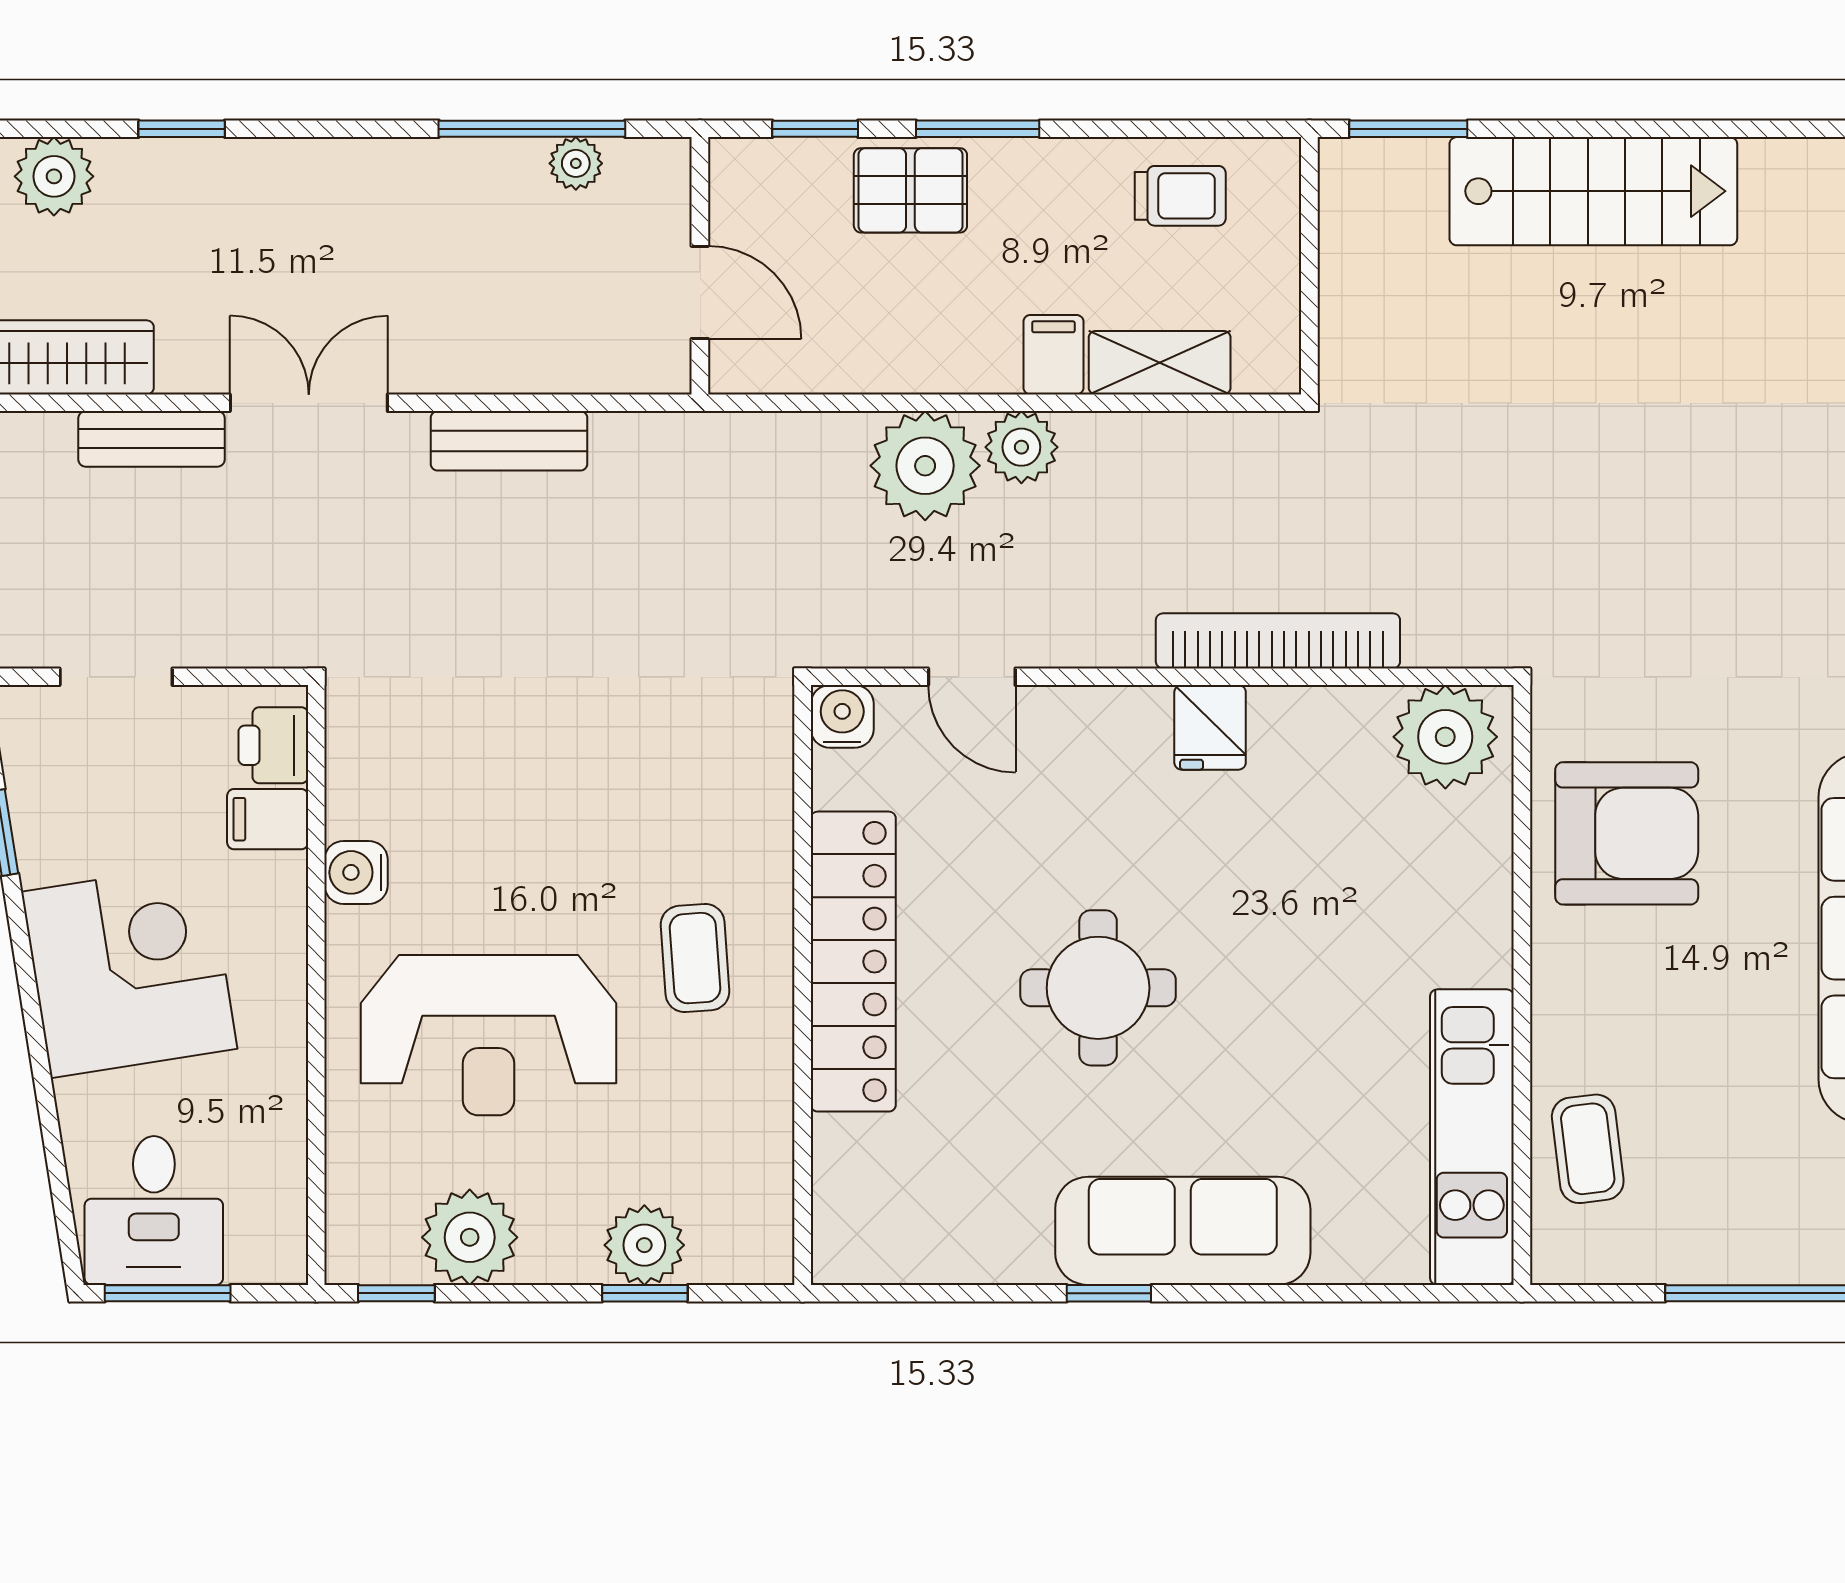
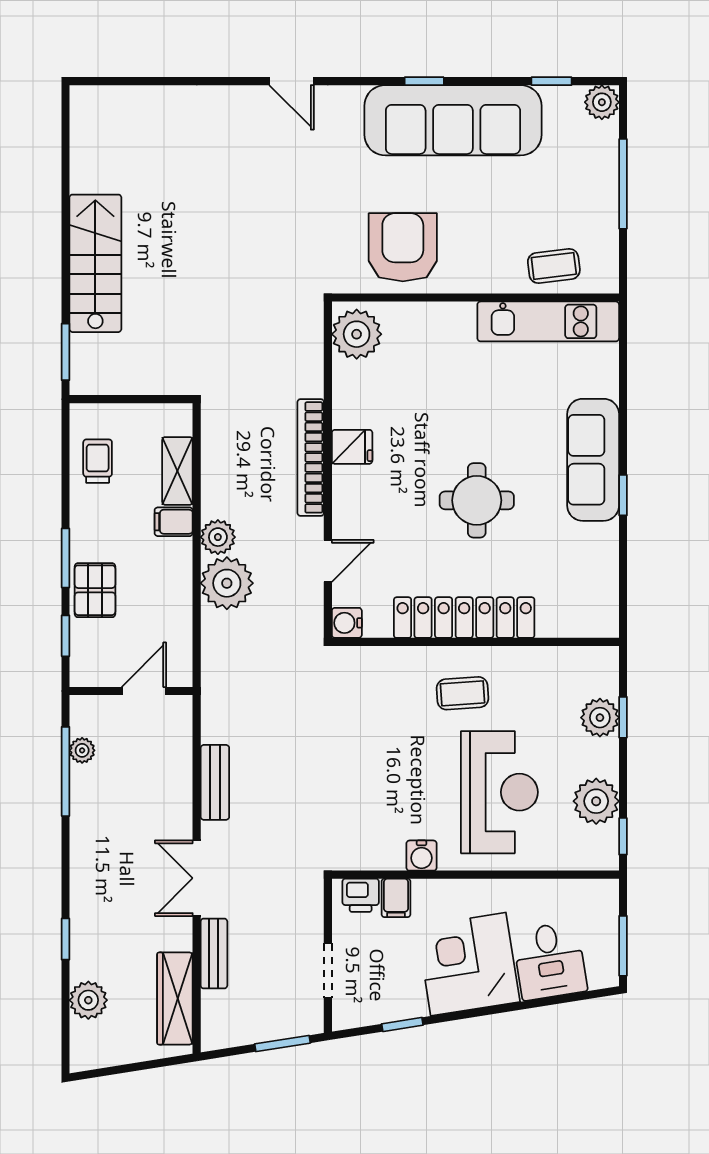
bookcase: (1278, 641) -> (311, 457), moved
desk: (154, 1211) -> (550, 961), moved, turned 81

